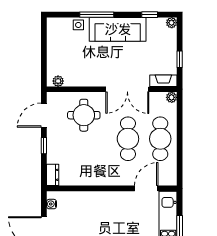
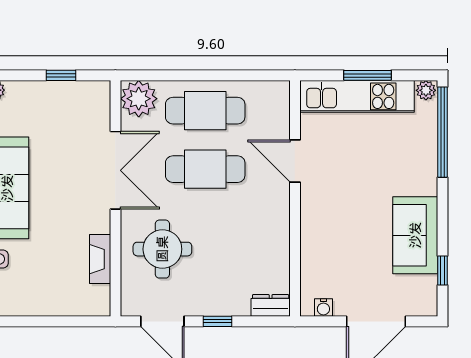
plant: (58, 81) -> (101, 296), removed
fireplace: (163, 81) -> (100, 259), moved
plant: (172, 97) -> (139, 99), width x1.88, depth x1.88
door: (146, 188) -> (295, 161), moved

